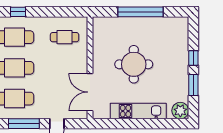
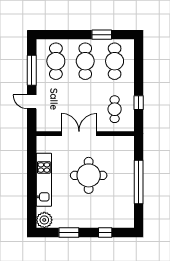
window: (18, 12) -> (139, 103), moved
window: (193, 58) -> (105, 232), moved
double door: (90, 92) -> (79, 134), moved

